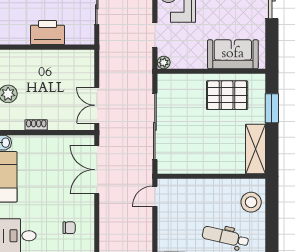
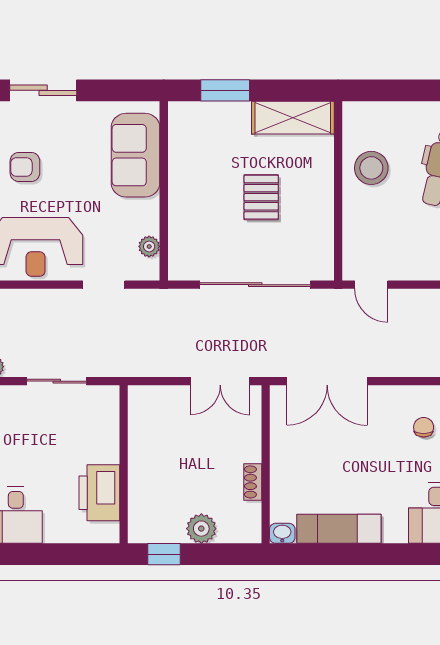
printer: (47, 33) -> (99, 493), moved
plant: (164, 63) -> (149, 246), moved
pallet: (227, 95) -> (261, 197), moved, width x0.67, depth x0.71
stool: (251, 202) -> (371, 168), moved

